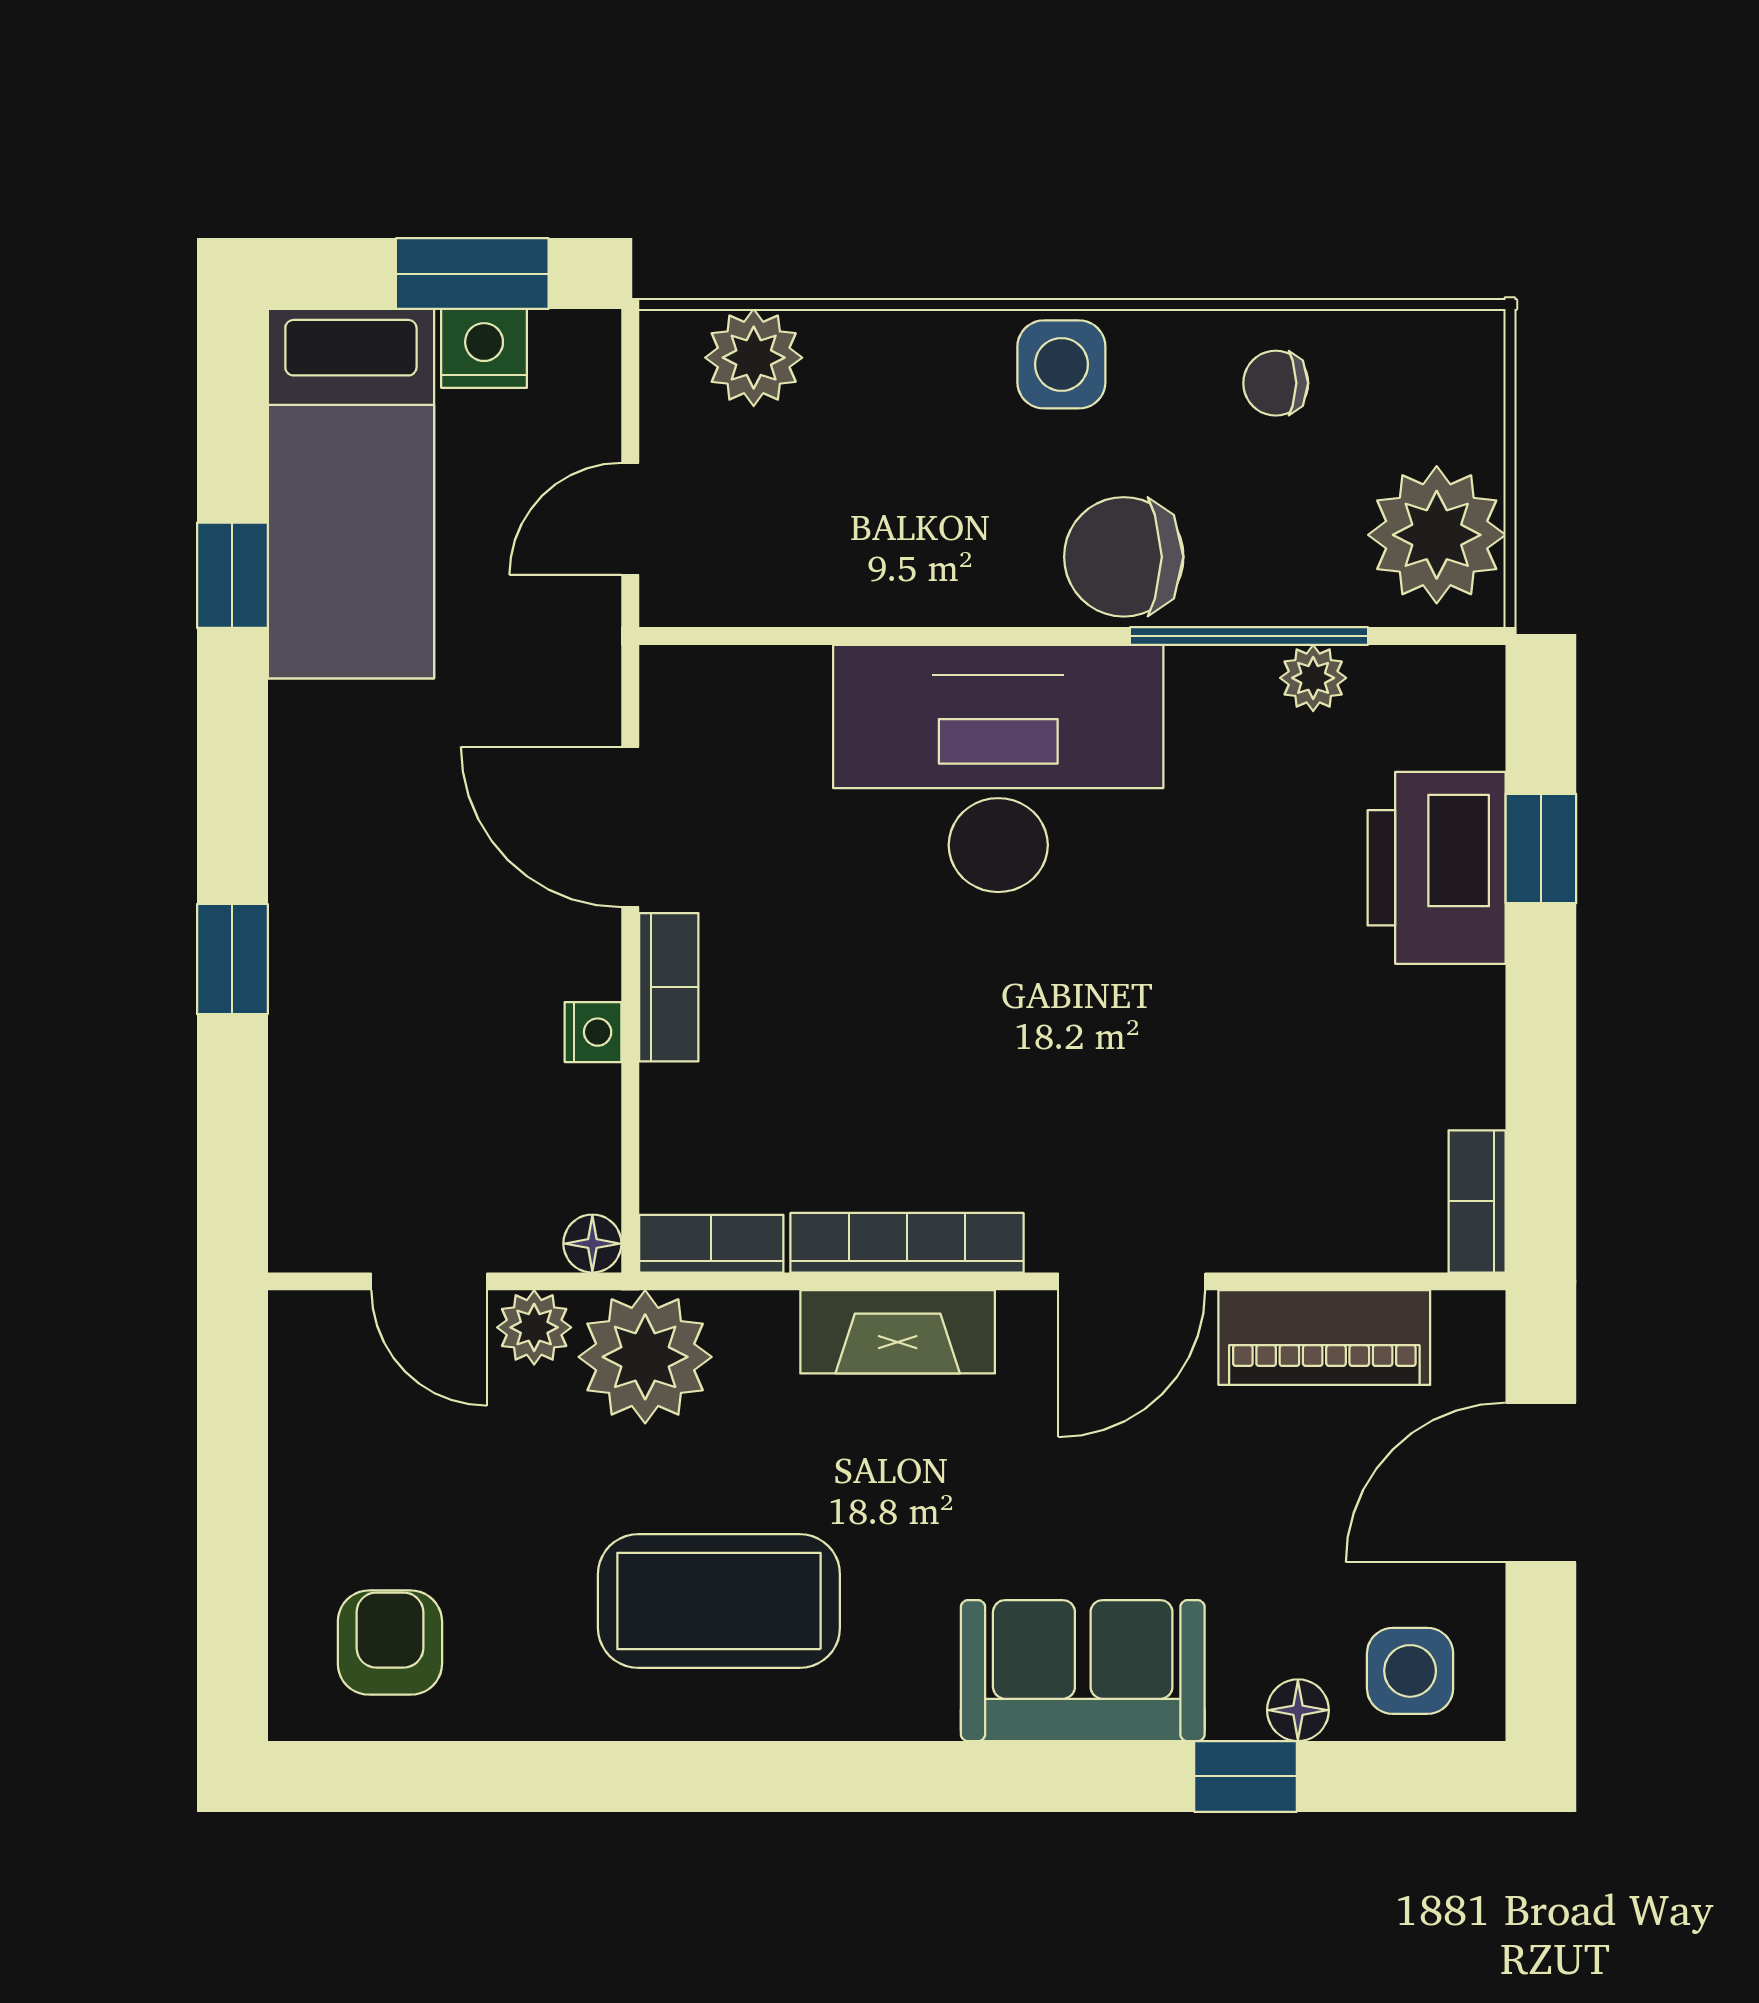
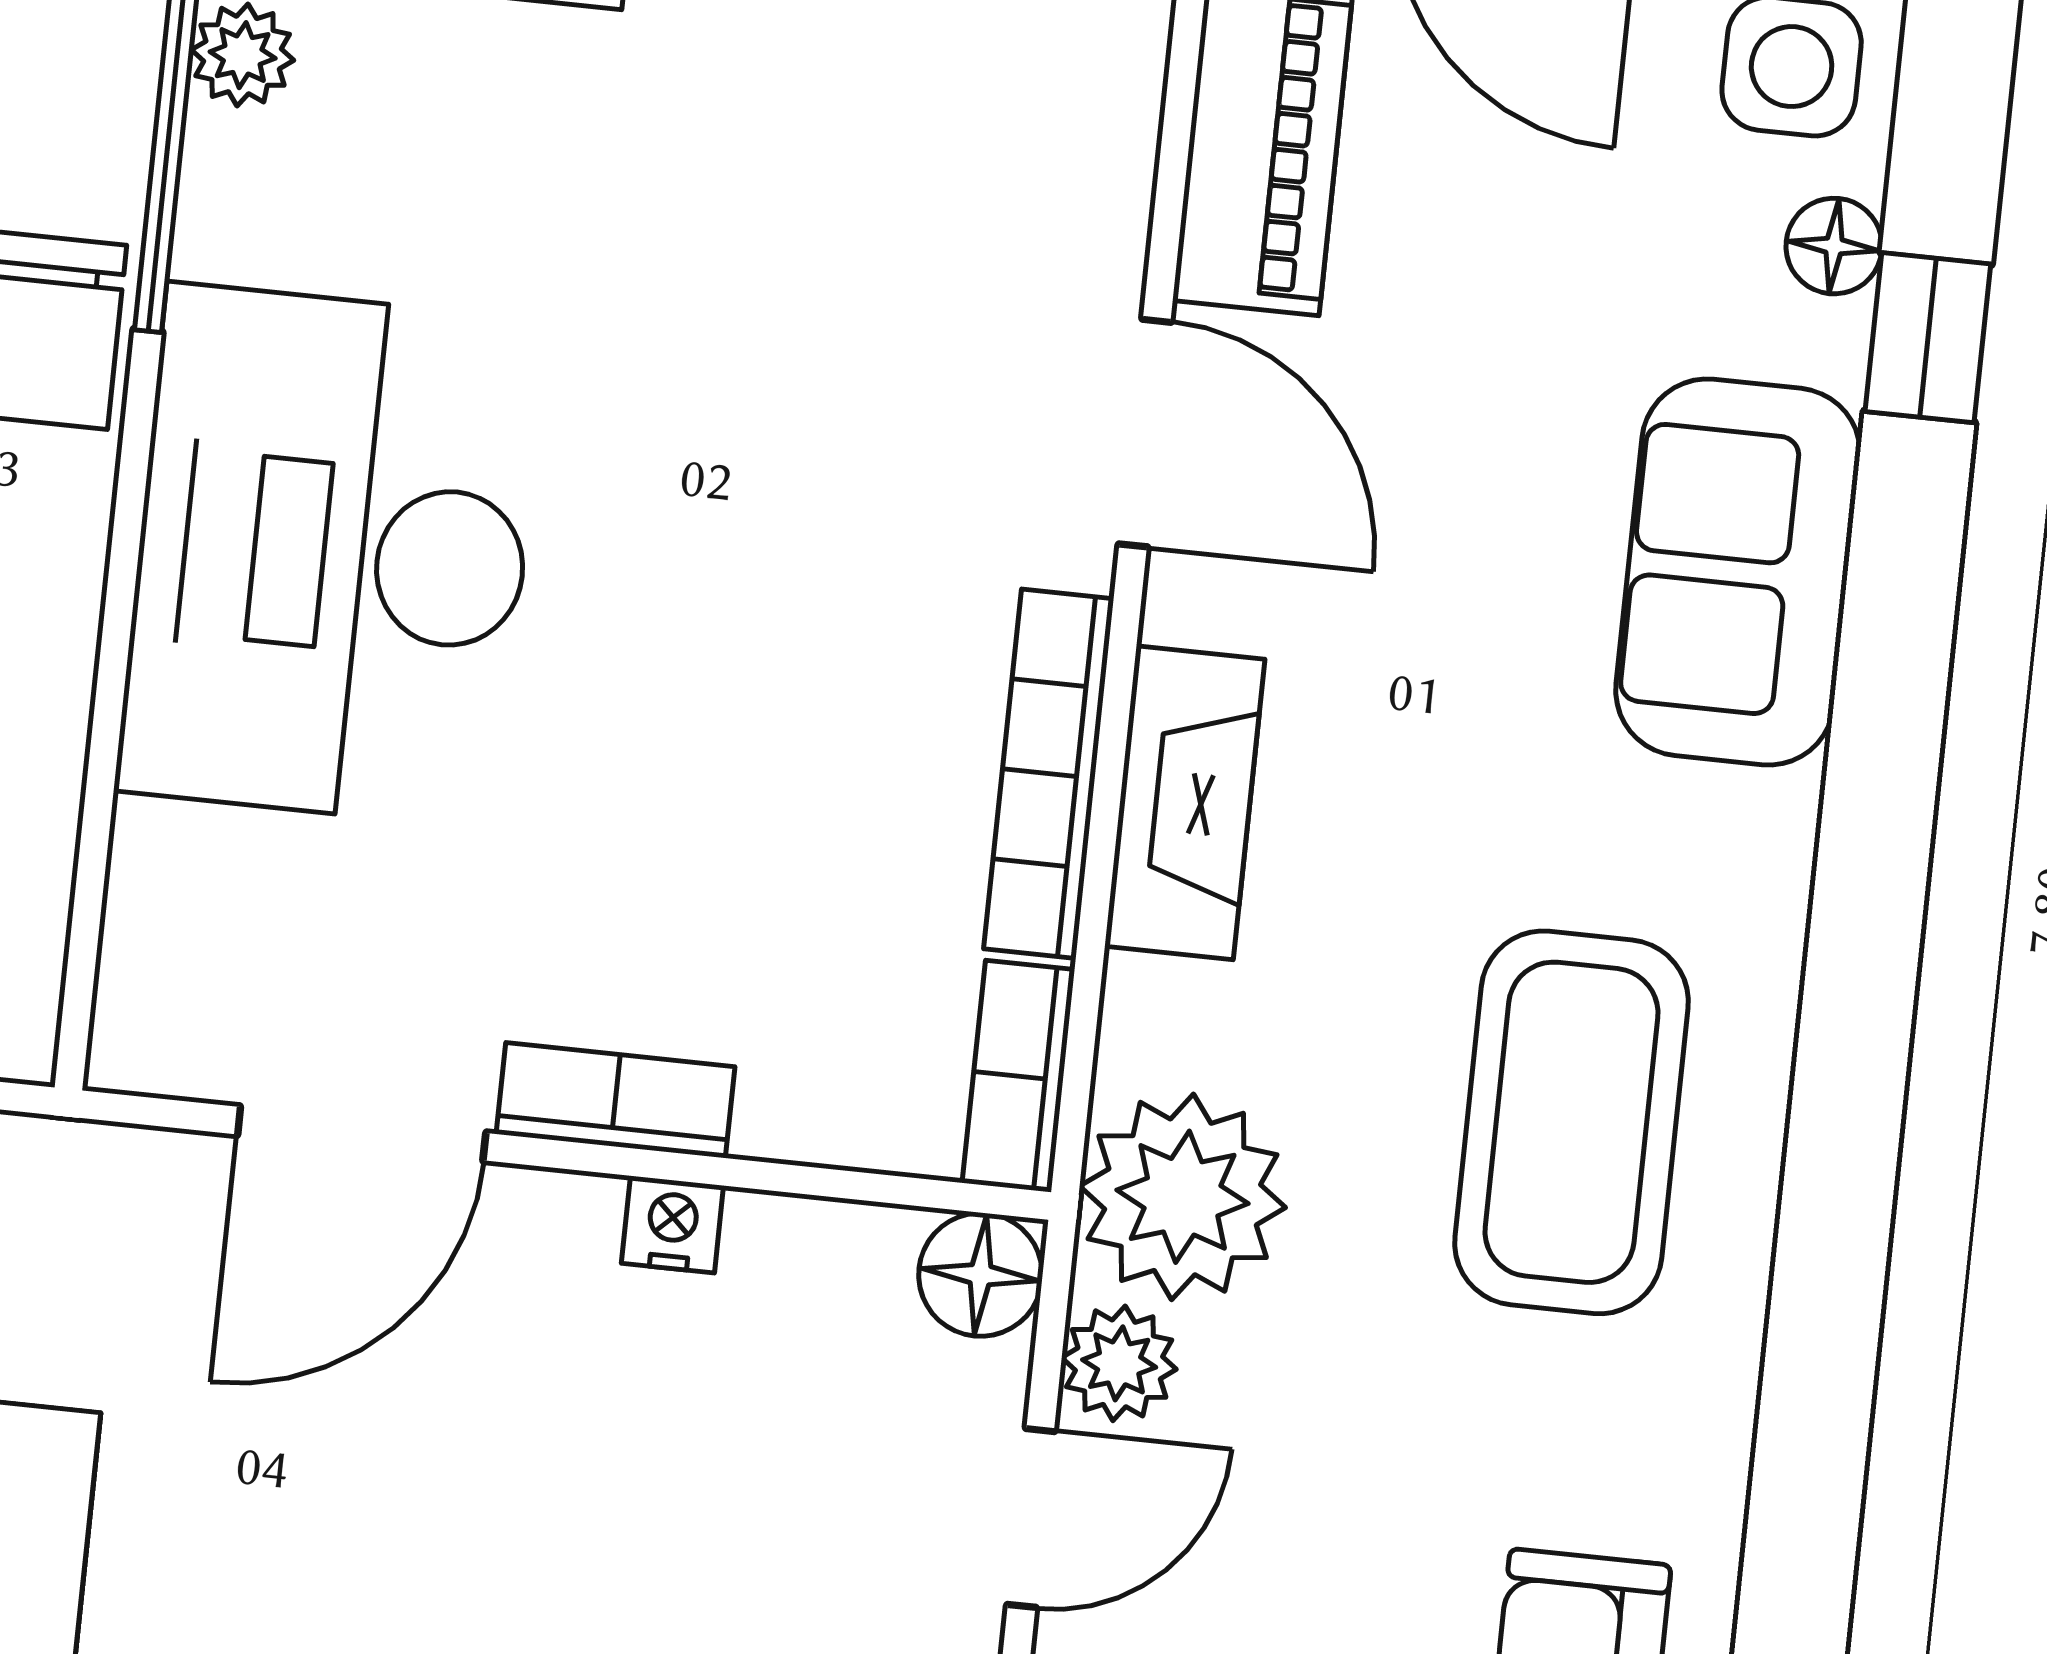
floor lamp: (592, 1244) -> (981, 1275), width x1.37, depth x1.37

